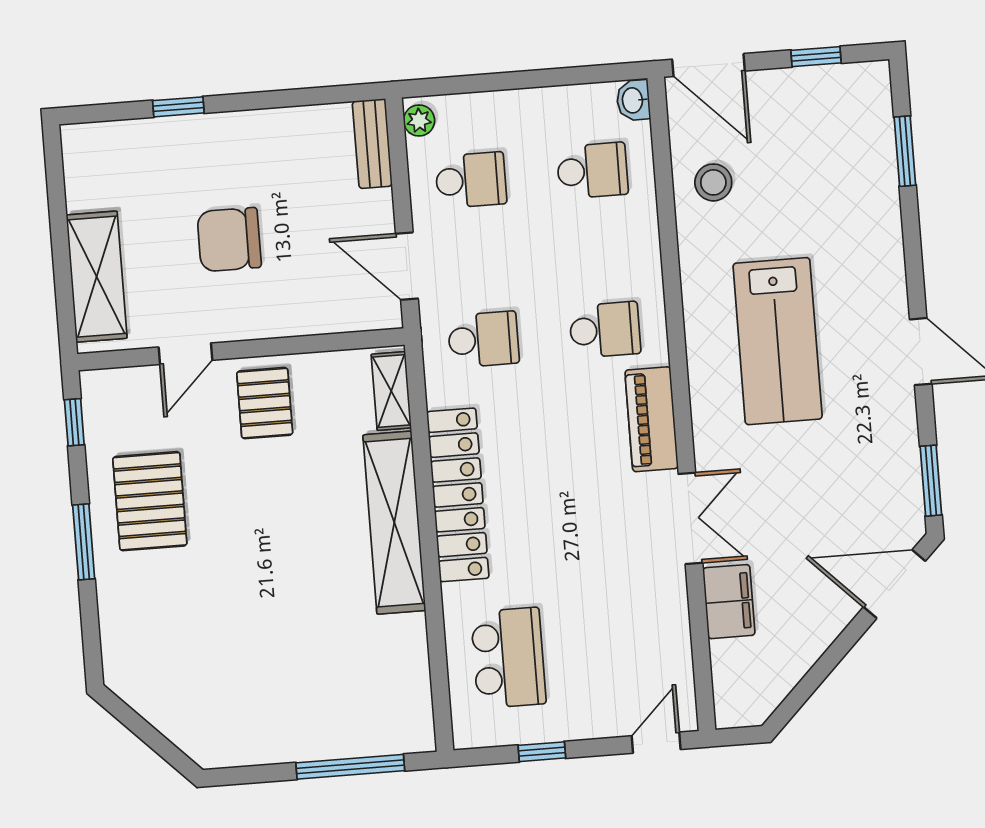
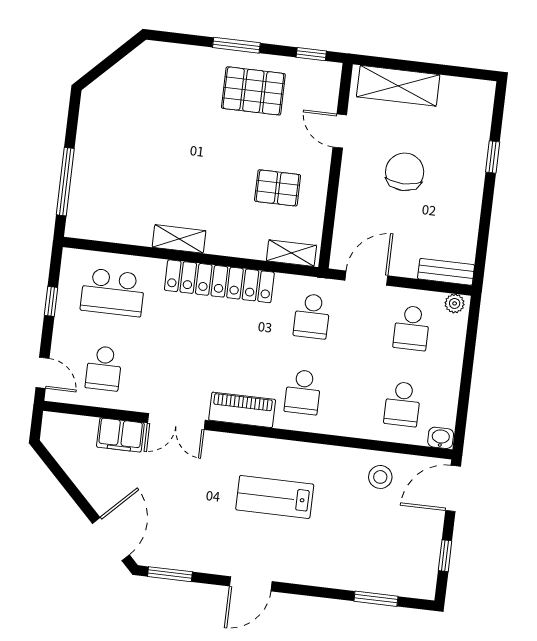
lab bench: (778, 341) -> (275, 497), width x0.73, depth x0.72
pallet: (265, 403) -> (278, 188), moved
shelving: (394, 523) -> (179, 239), width x0.45, depth x0.75
school desk: (630, 648) -> (104, 368), added

